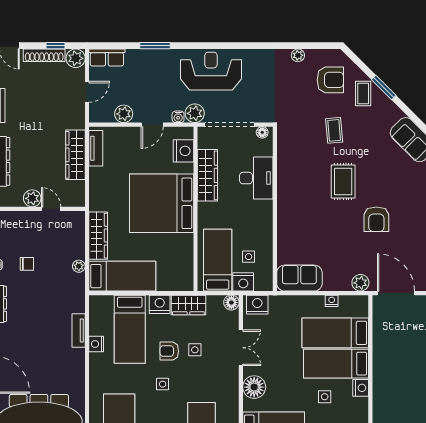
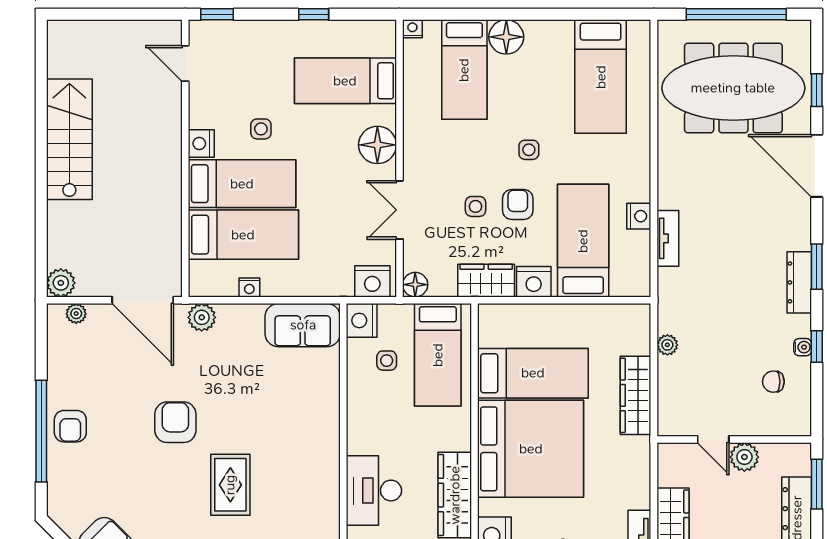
chair: (27, 264) -> (773, 382), moved
bed: (122, 276) -> (533, 373), moved, turned 180
nightstand: (243, 282) -> (362, 320), moved, turned -90
armchair: (169, 351) -> (518, 204), turned -90

